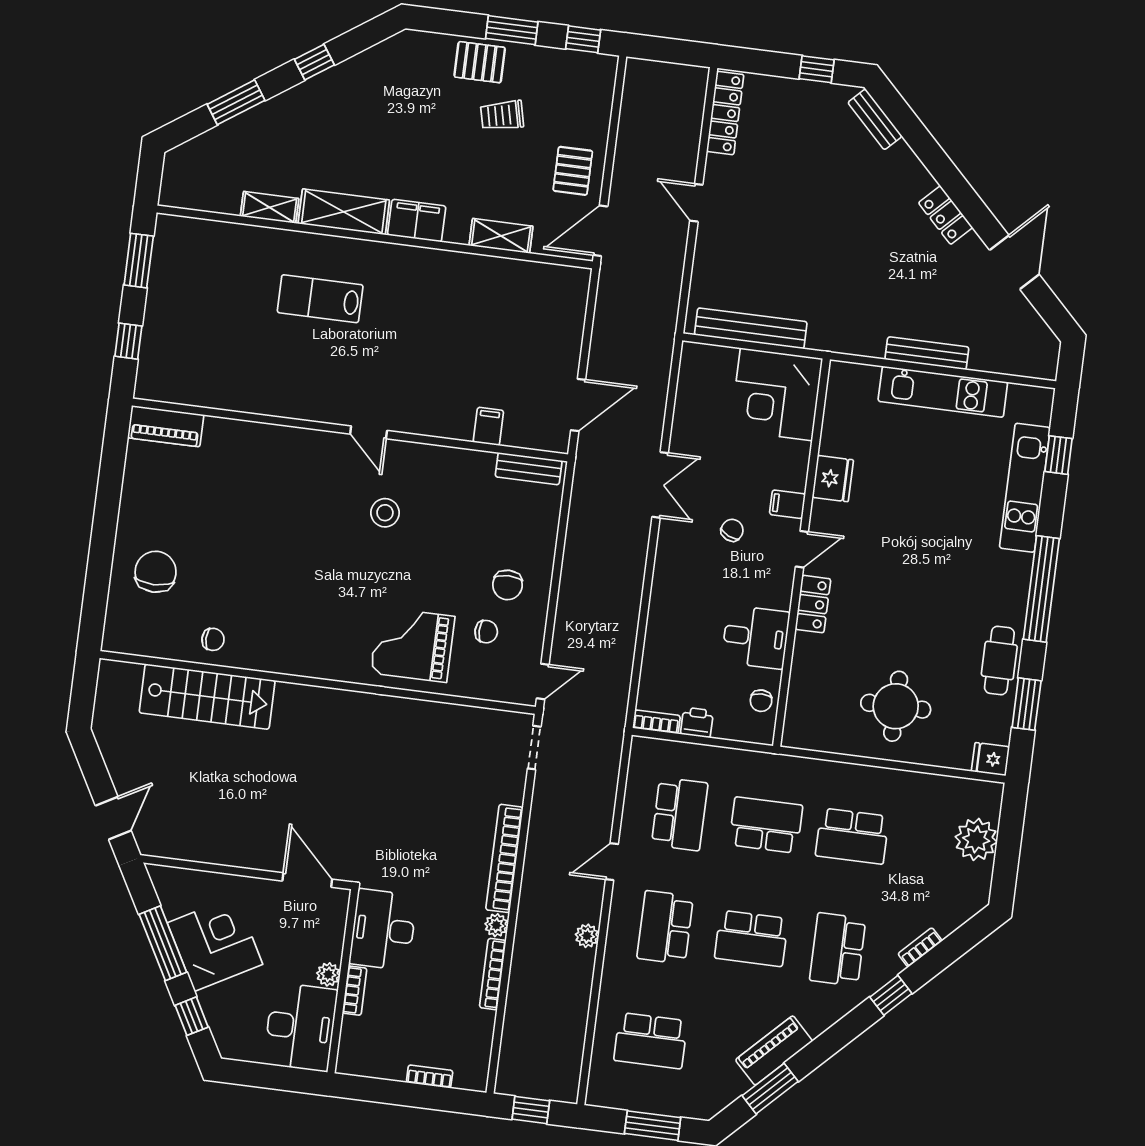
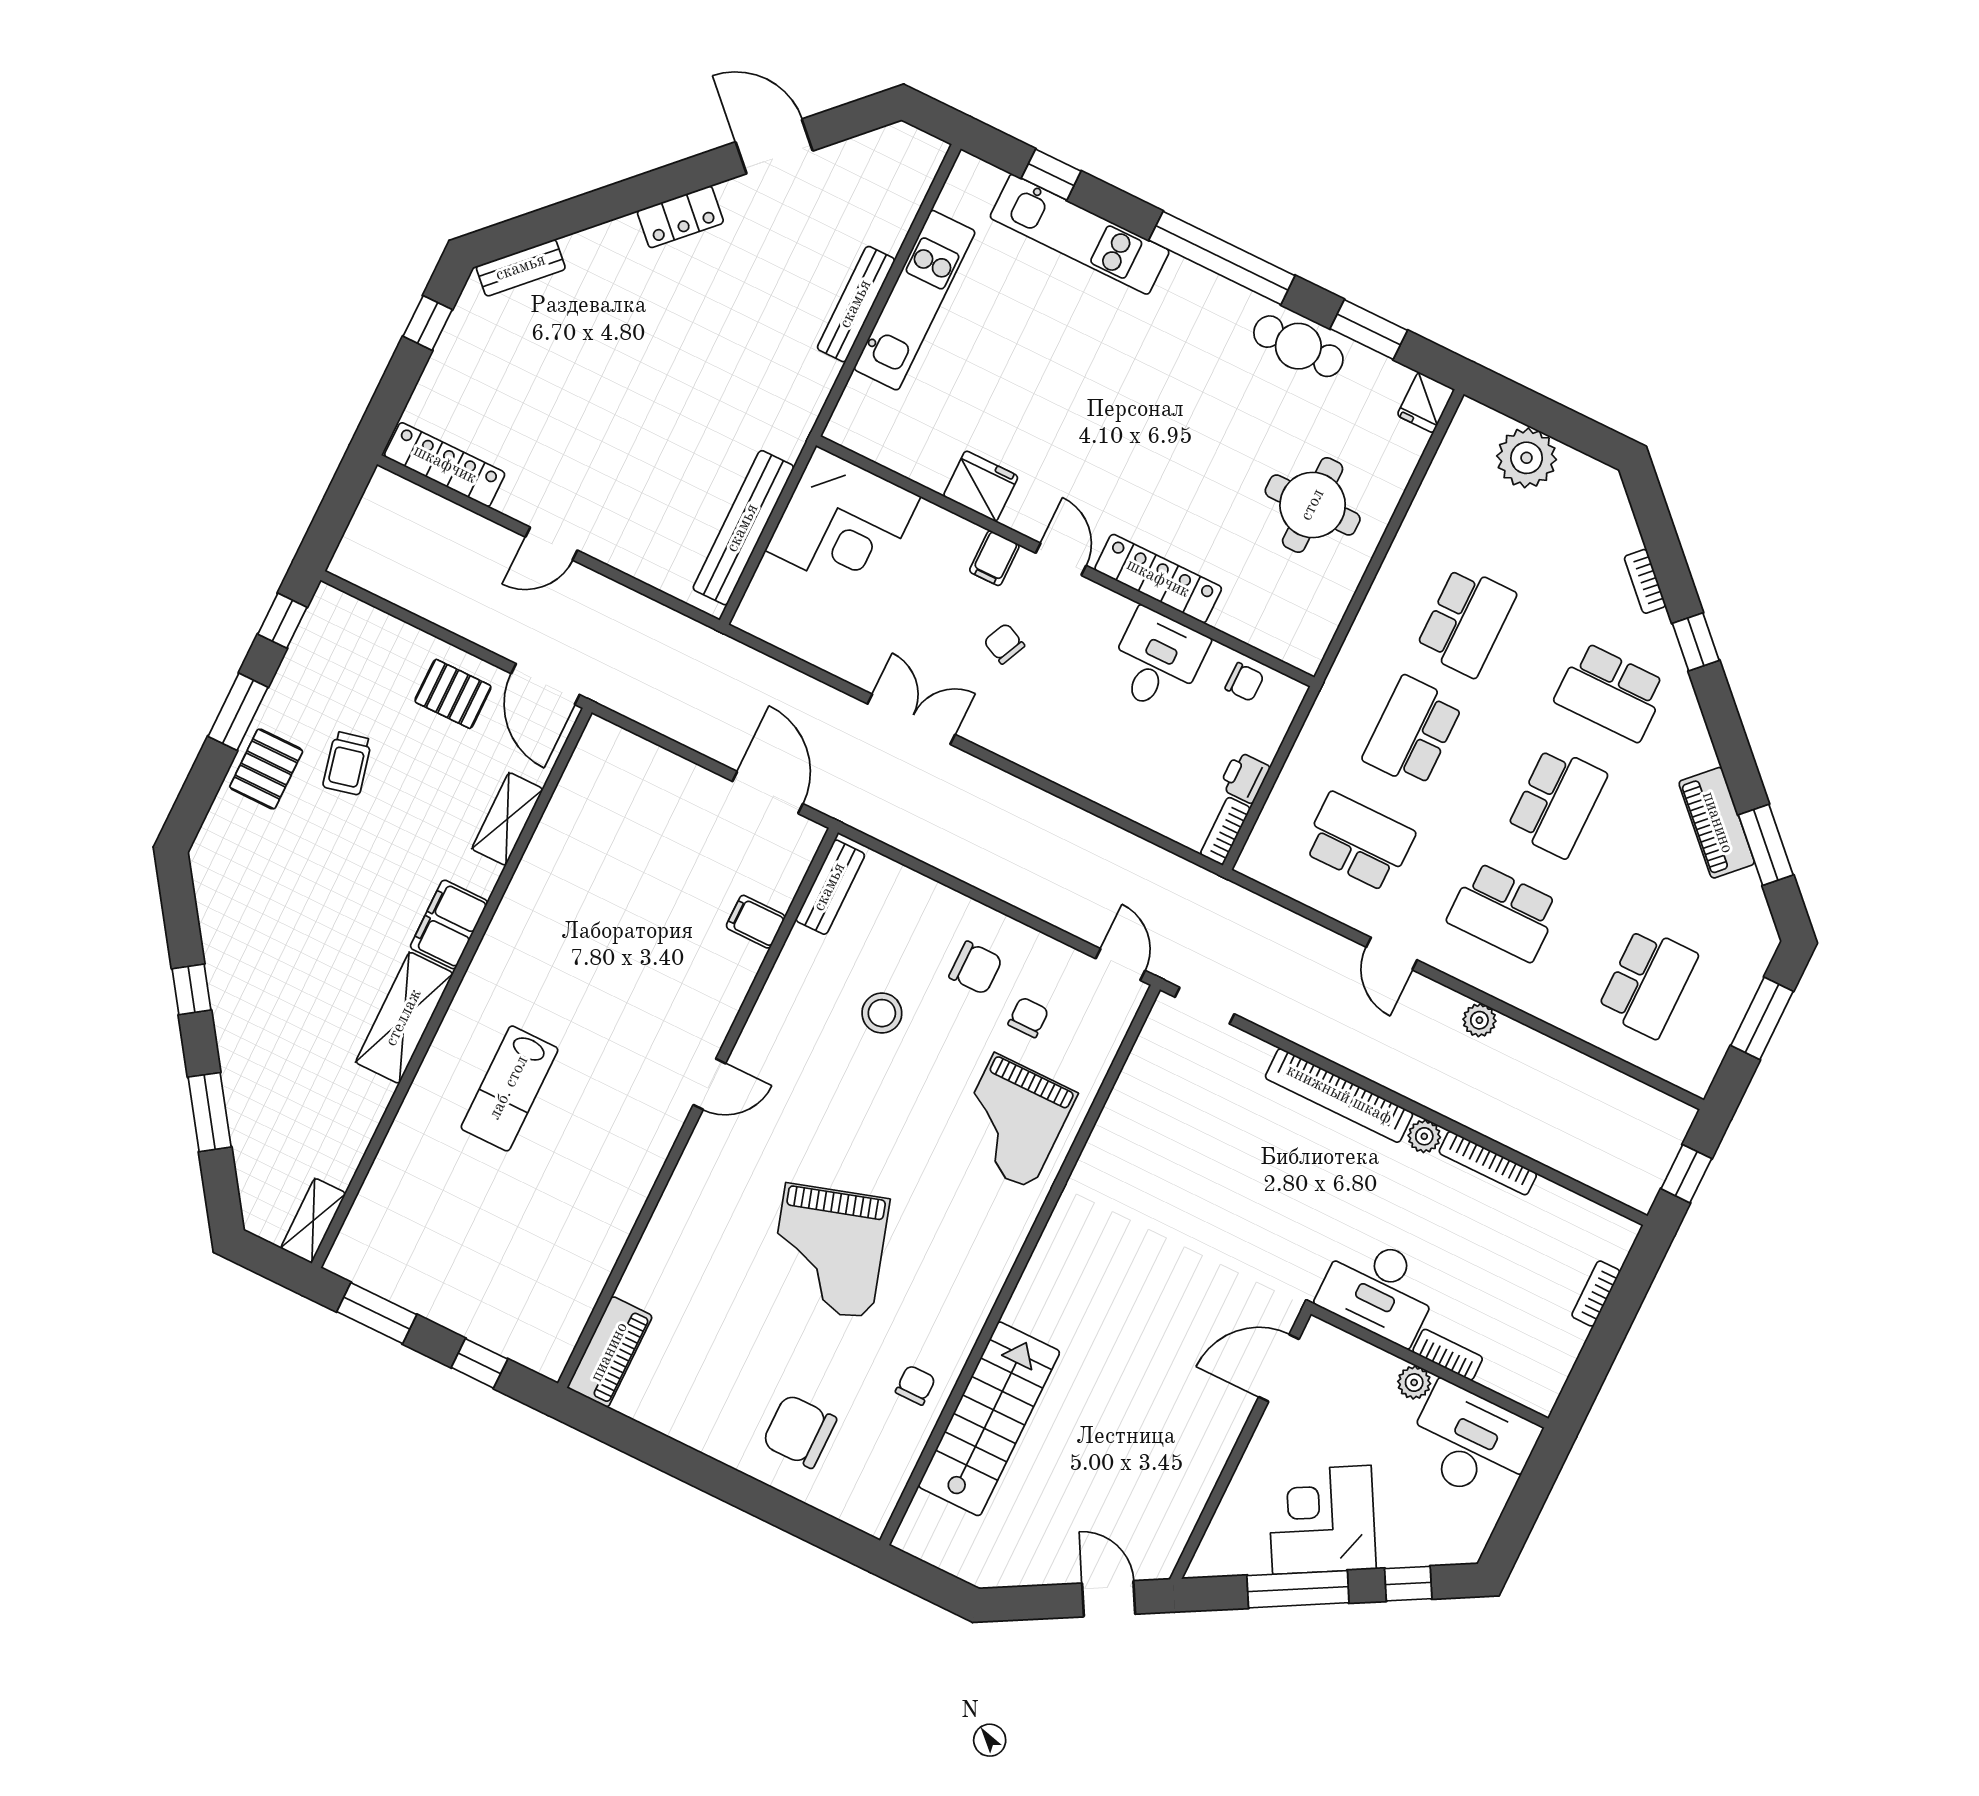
shelving: (270, 207) -> (313, 1221), moved
stool: (385, 513) -> (882, 1013), moved
grand piano: (283, 550) -> (828, 1251), added
locker: (813, 604) -> (1158, 579), width x1.53

